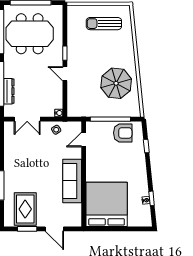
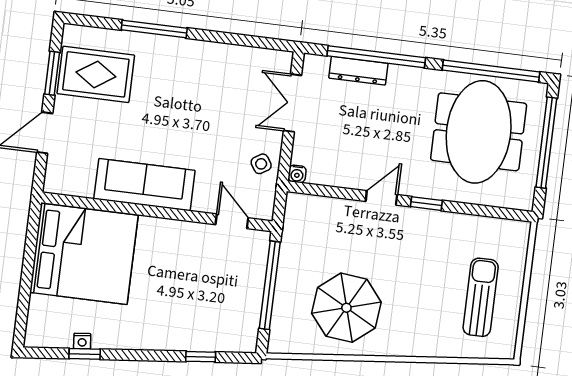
armchair: (123, 133) -> (236, 309), removed

